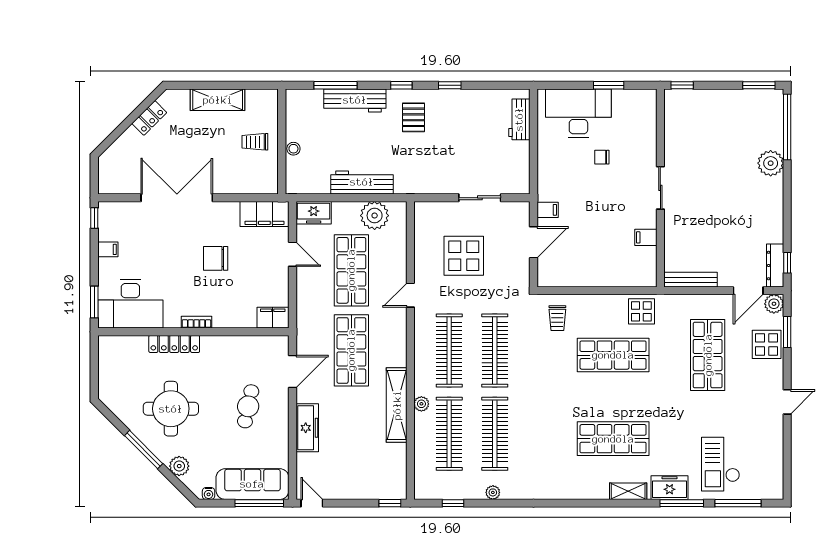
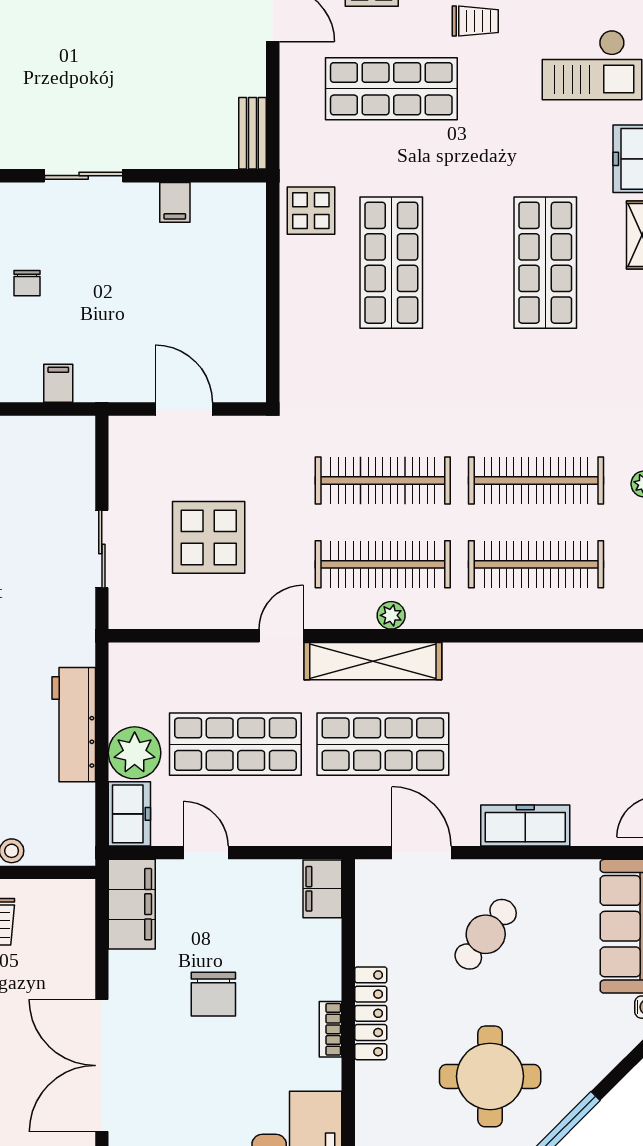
sliding door: (480, 198) -> (102, 549), moved
filing cabinet: (548, 210) -> (58, 383), moved
plant: (375, 216) -> (135, 753), moved
door: (292, 254) -> (206, 853), hinge flipped
bench: (691, 280) -> (252, 133), width x0.73
door: (410, 295) -> (281, 636), swing flipped
trolley: (557, 318) -> (475, 21), moved
locker: (174, 344) -> (371, 1013), moved
plant: (421, 404) -> (391, 615), moved
shelving: (397, 405) -> (373, 661), moved
cafe table: (248, 406) -> (486, 934), turned -64
plant: (179, 466) -> (596, 1061), removed

